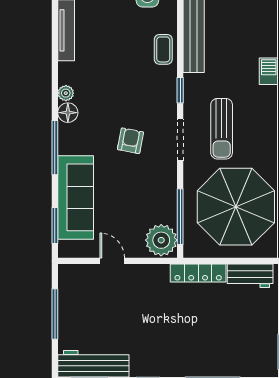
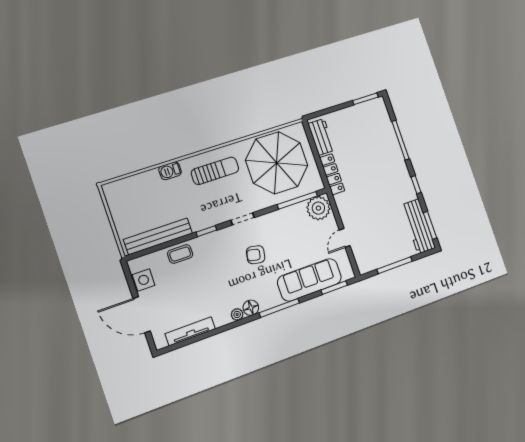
sun lounger: (222, 129) -> (215, 171), moved
doorway: (180, 140) -> (243, 219), width x0.73

